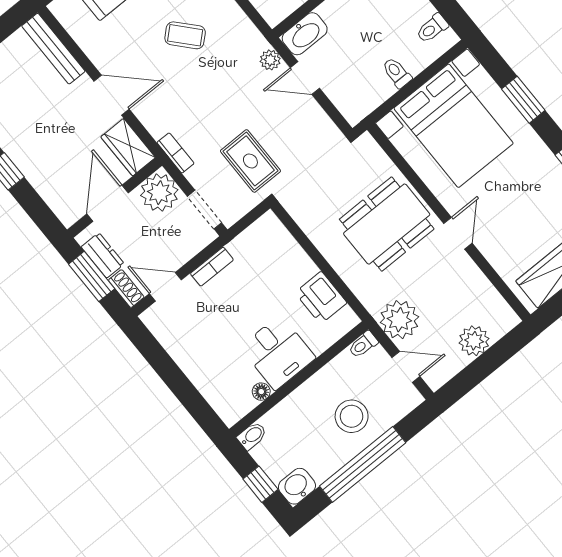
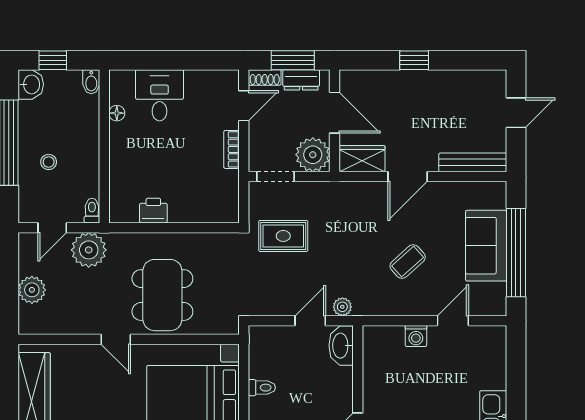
bookcase: (176, 153) -> (331, 188), removed
printer: (321, 298) -> (153, 211), width x0.73, depth x0.81
desk: (278, 352) -> (160, 95), moved, turned 90
stool: (352, 416) -> (49, 162), width x0.53, depth x0.53

